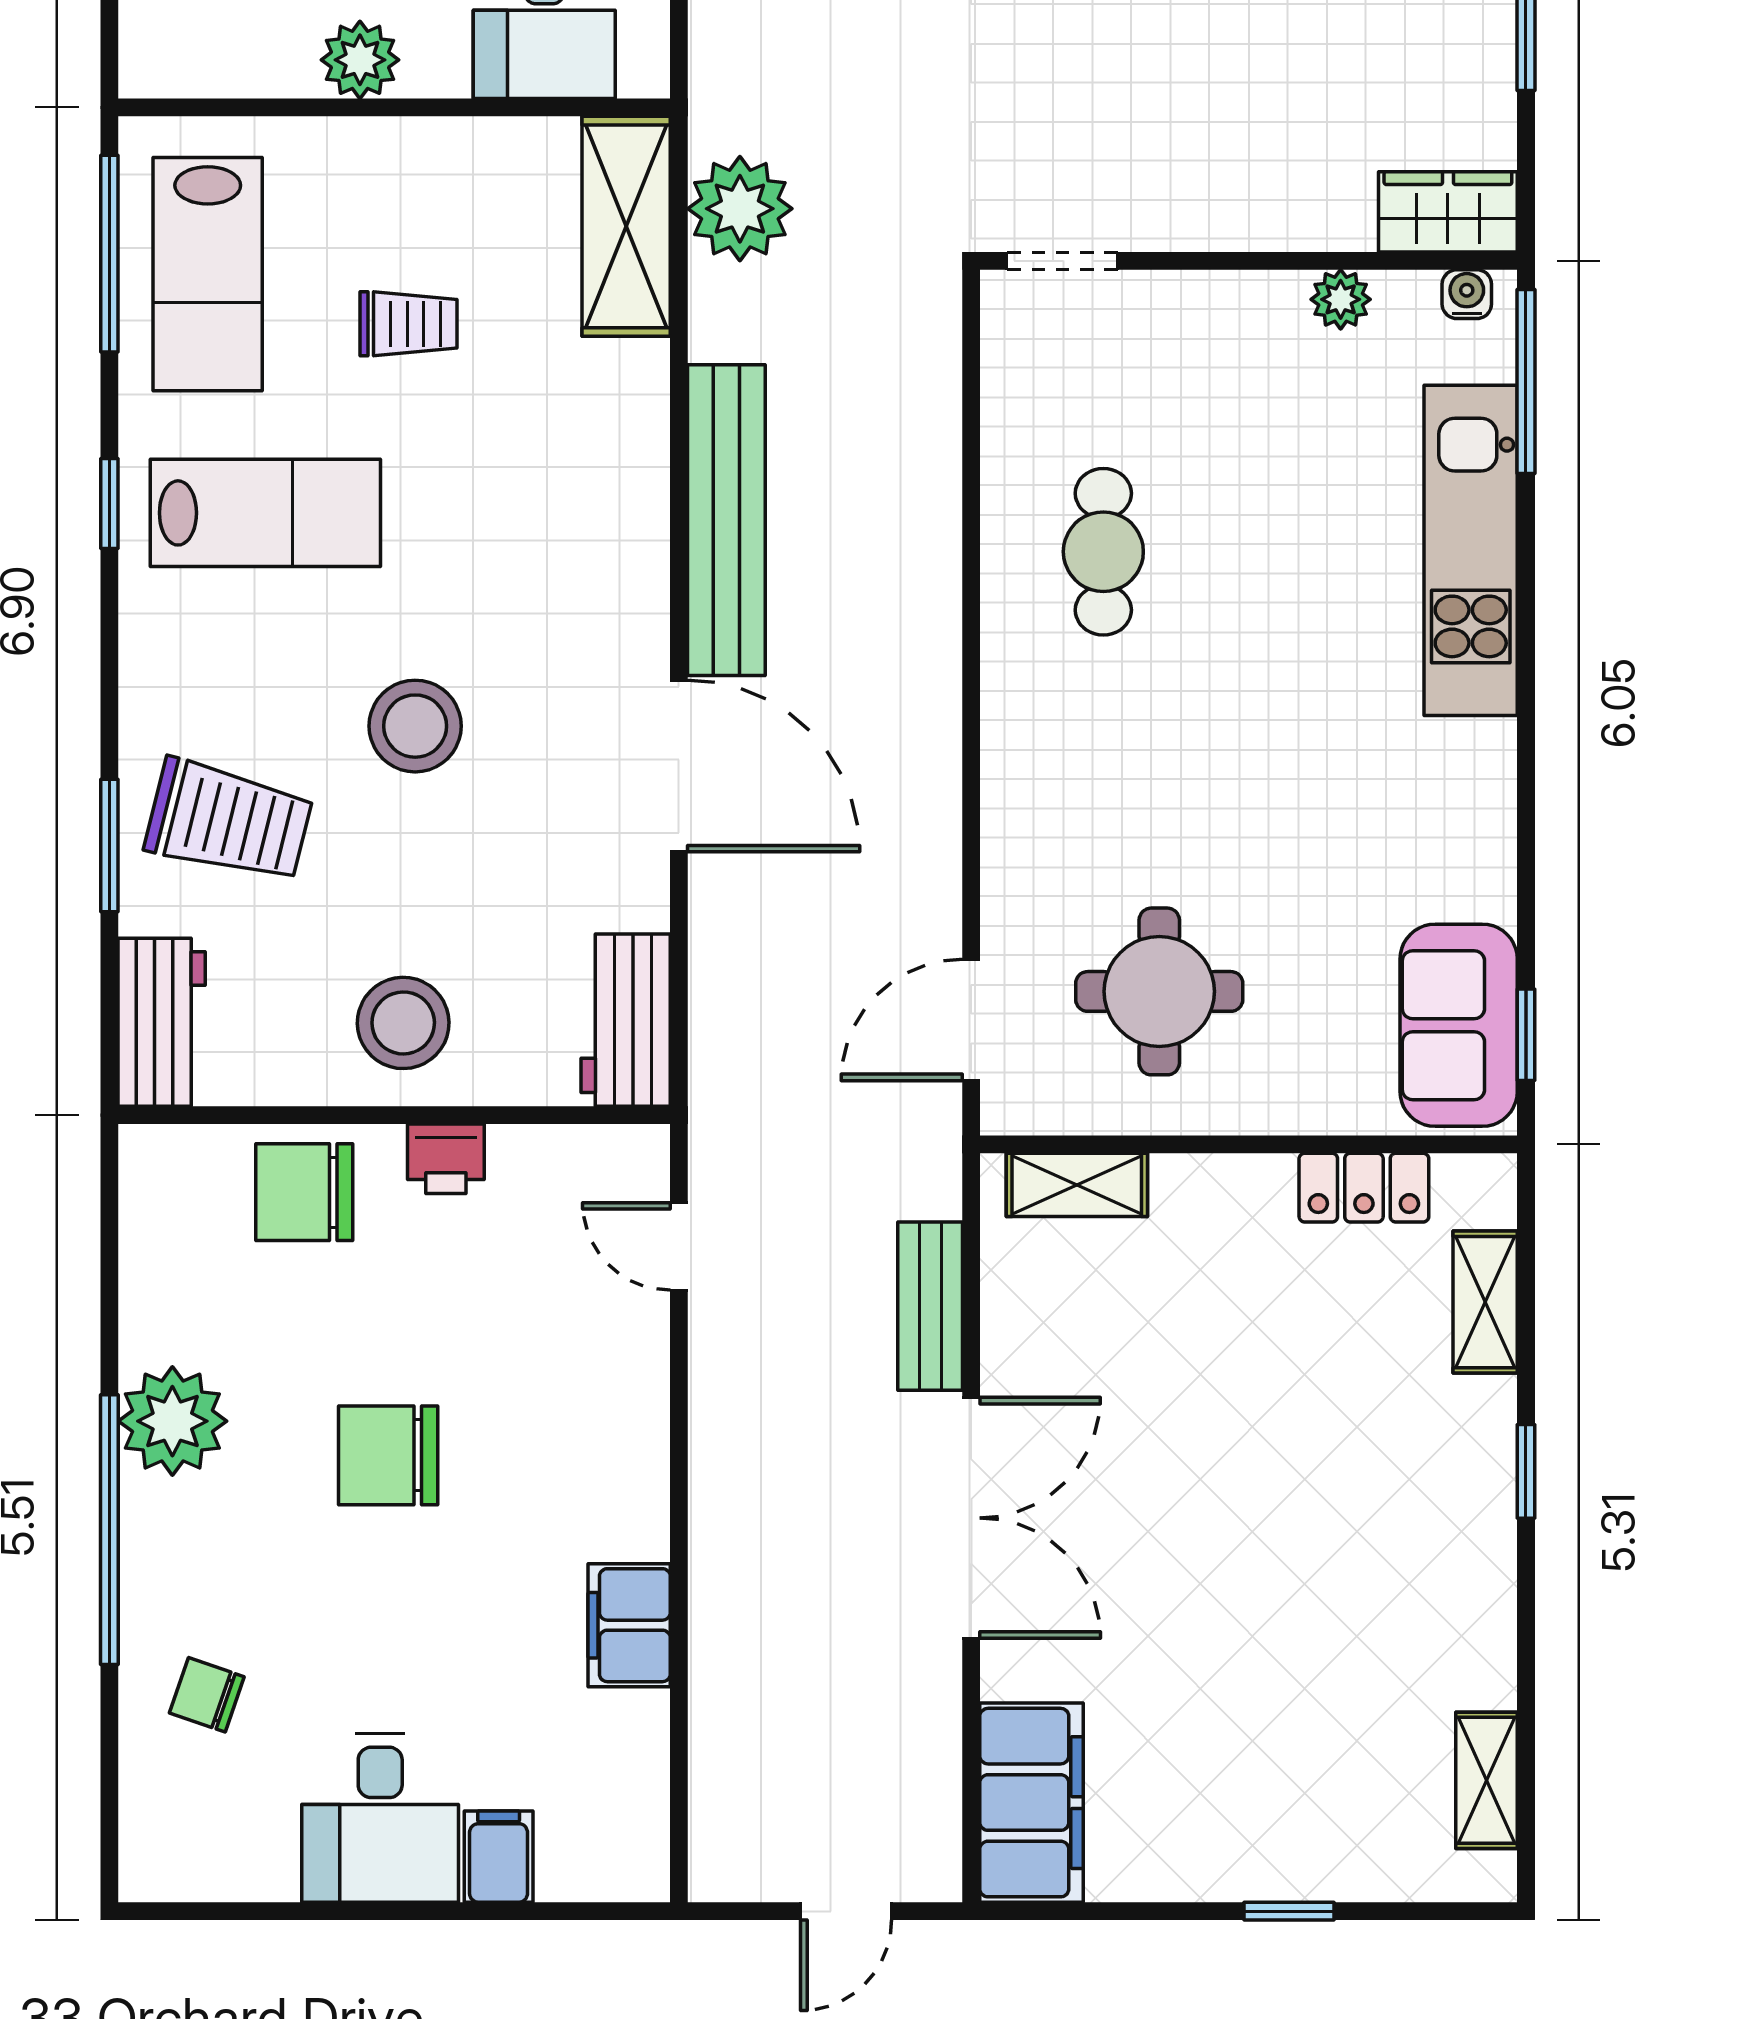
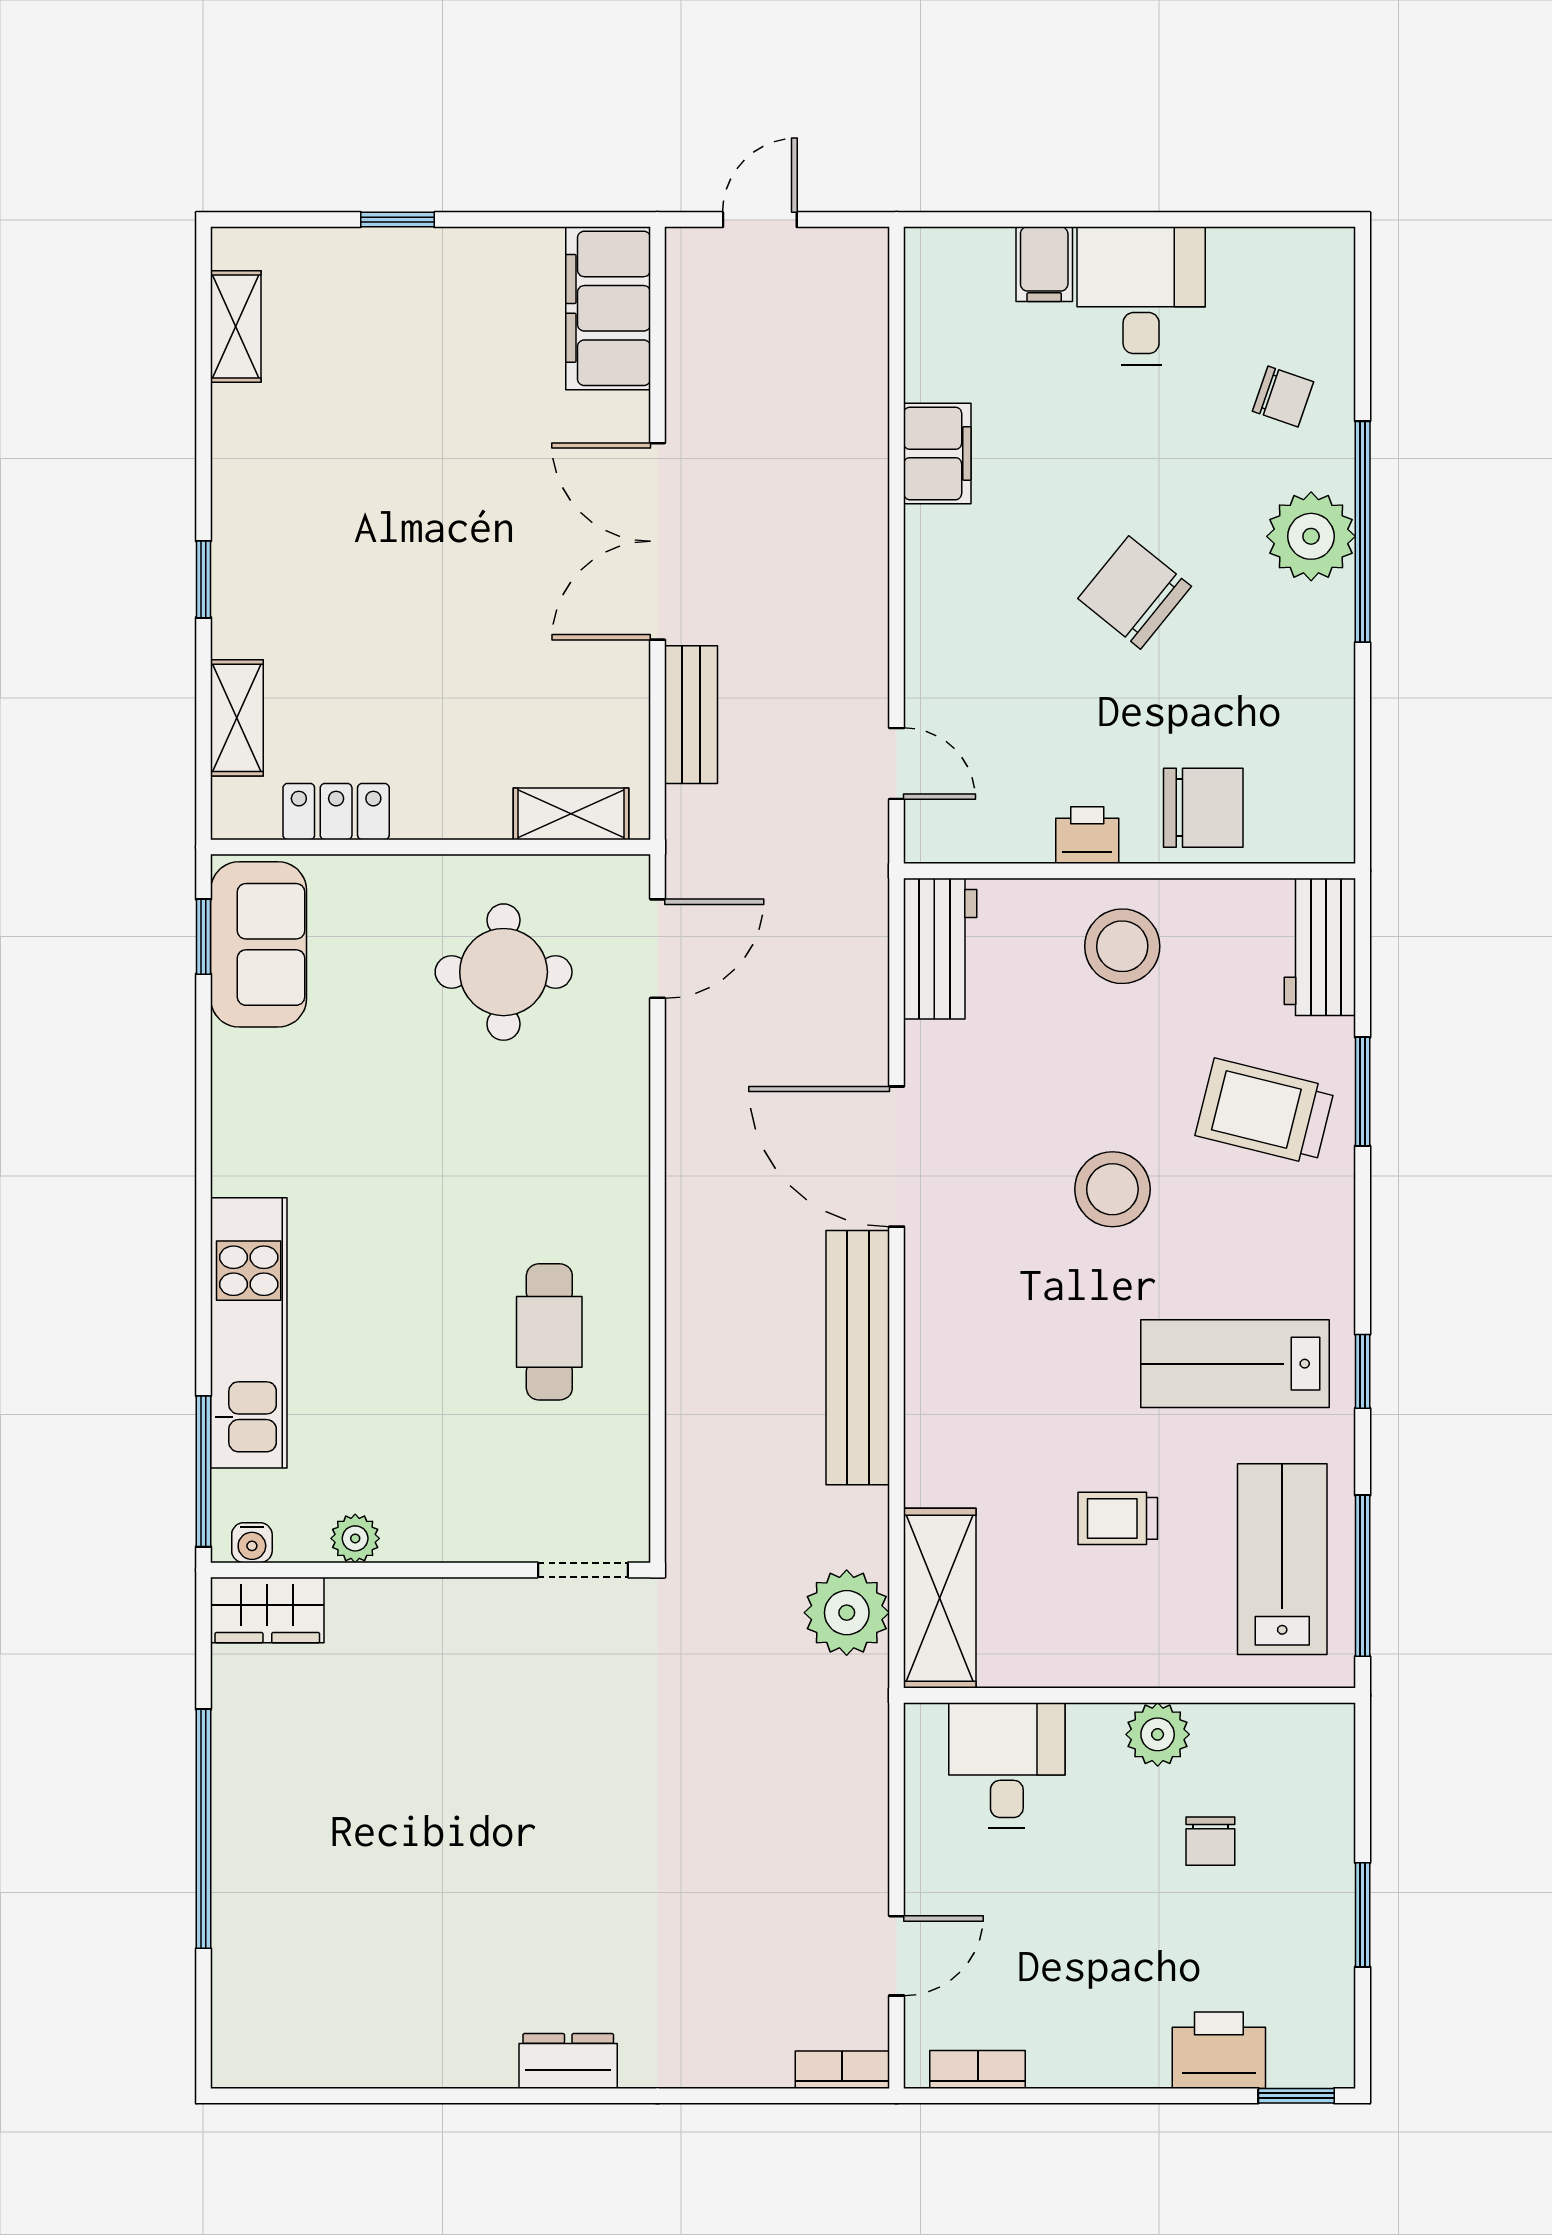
plant: (172, 1421) -> (1311, 536), moved
chair: (388, 1455) -> (1135, 592), turned -141

